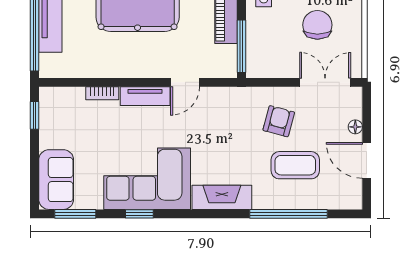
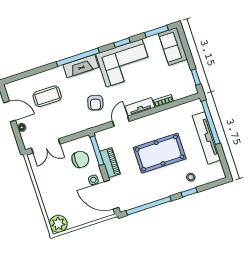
chair: (317, 25) -> (80, 159), moved, turned -90
armchair: (279, 121) -> (95, 103), moved
window: (288, 214) -> (78, 57), moved

